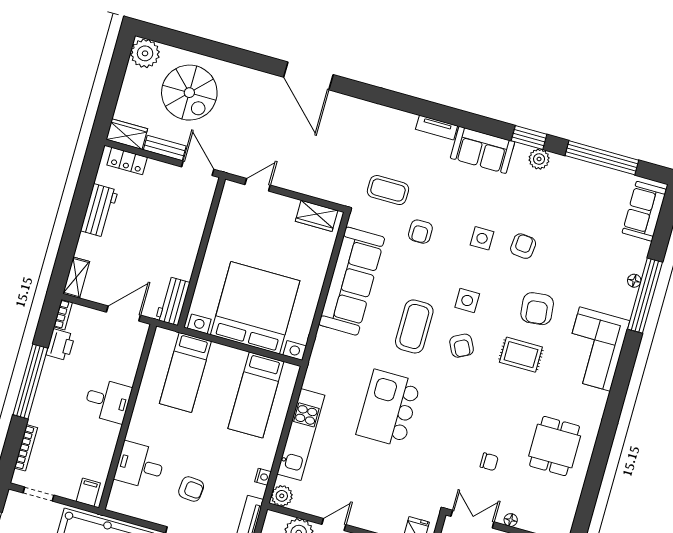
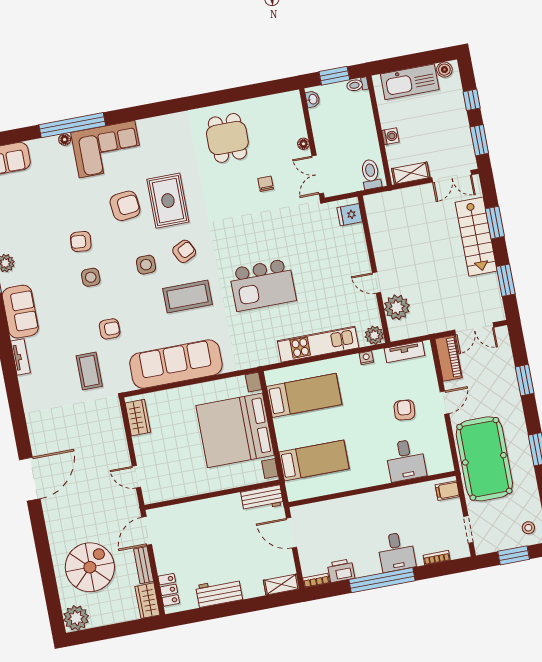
corner sofa: (595, 349) -> (107, 149), moved
rug: (521, 355) -> (168, 201), width x1.36, depth x1.43
desk: (108, 401) -> (396, 552), moved, turned 180
dining table: (555, 446) -> (227, 138), turned 90
bookcase: (26, 448) -> (437, 558), width x0.64

